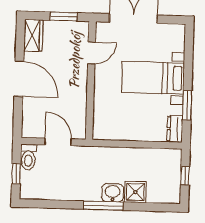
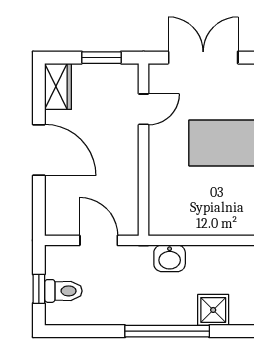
toilet: (28, 157) -> (63, 291), moved, turned -90
washbasin: (113, 193) -> (170, 258), moved, turned 180
window: (103, 206) -> (167, 331), width x1.46

